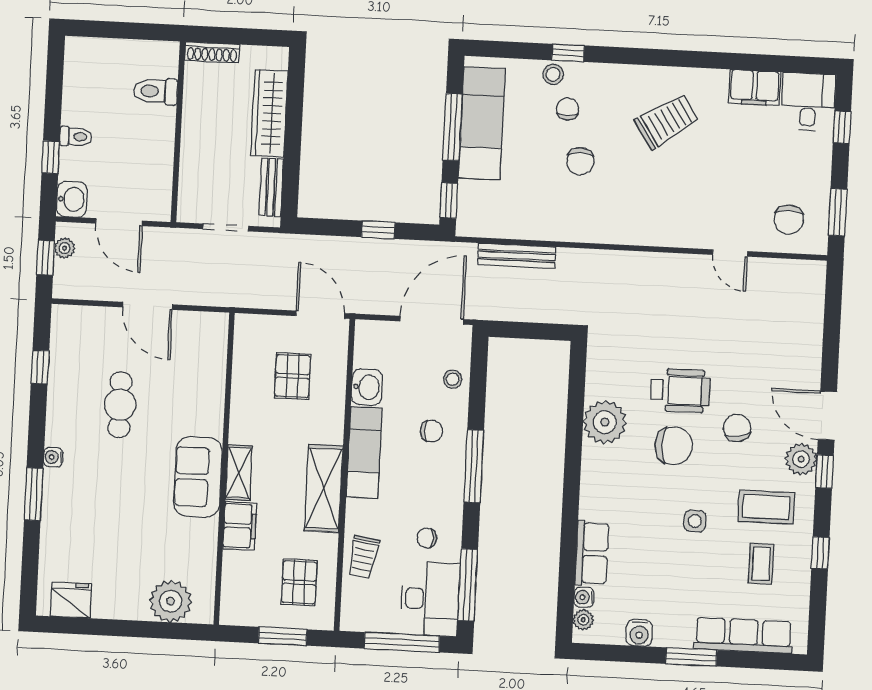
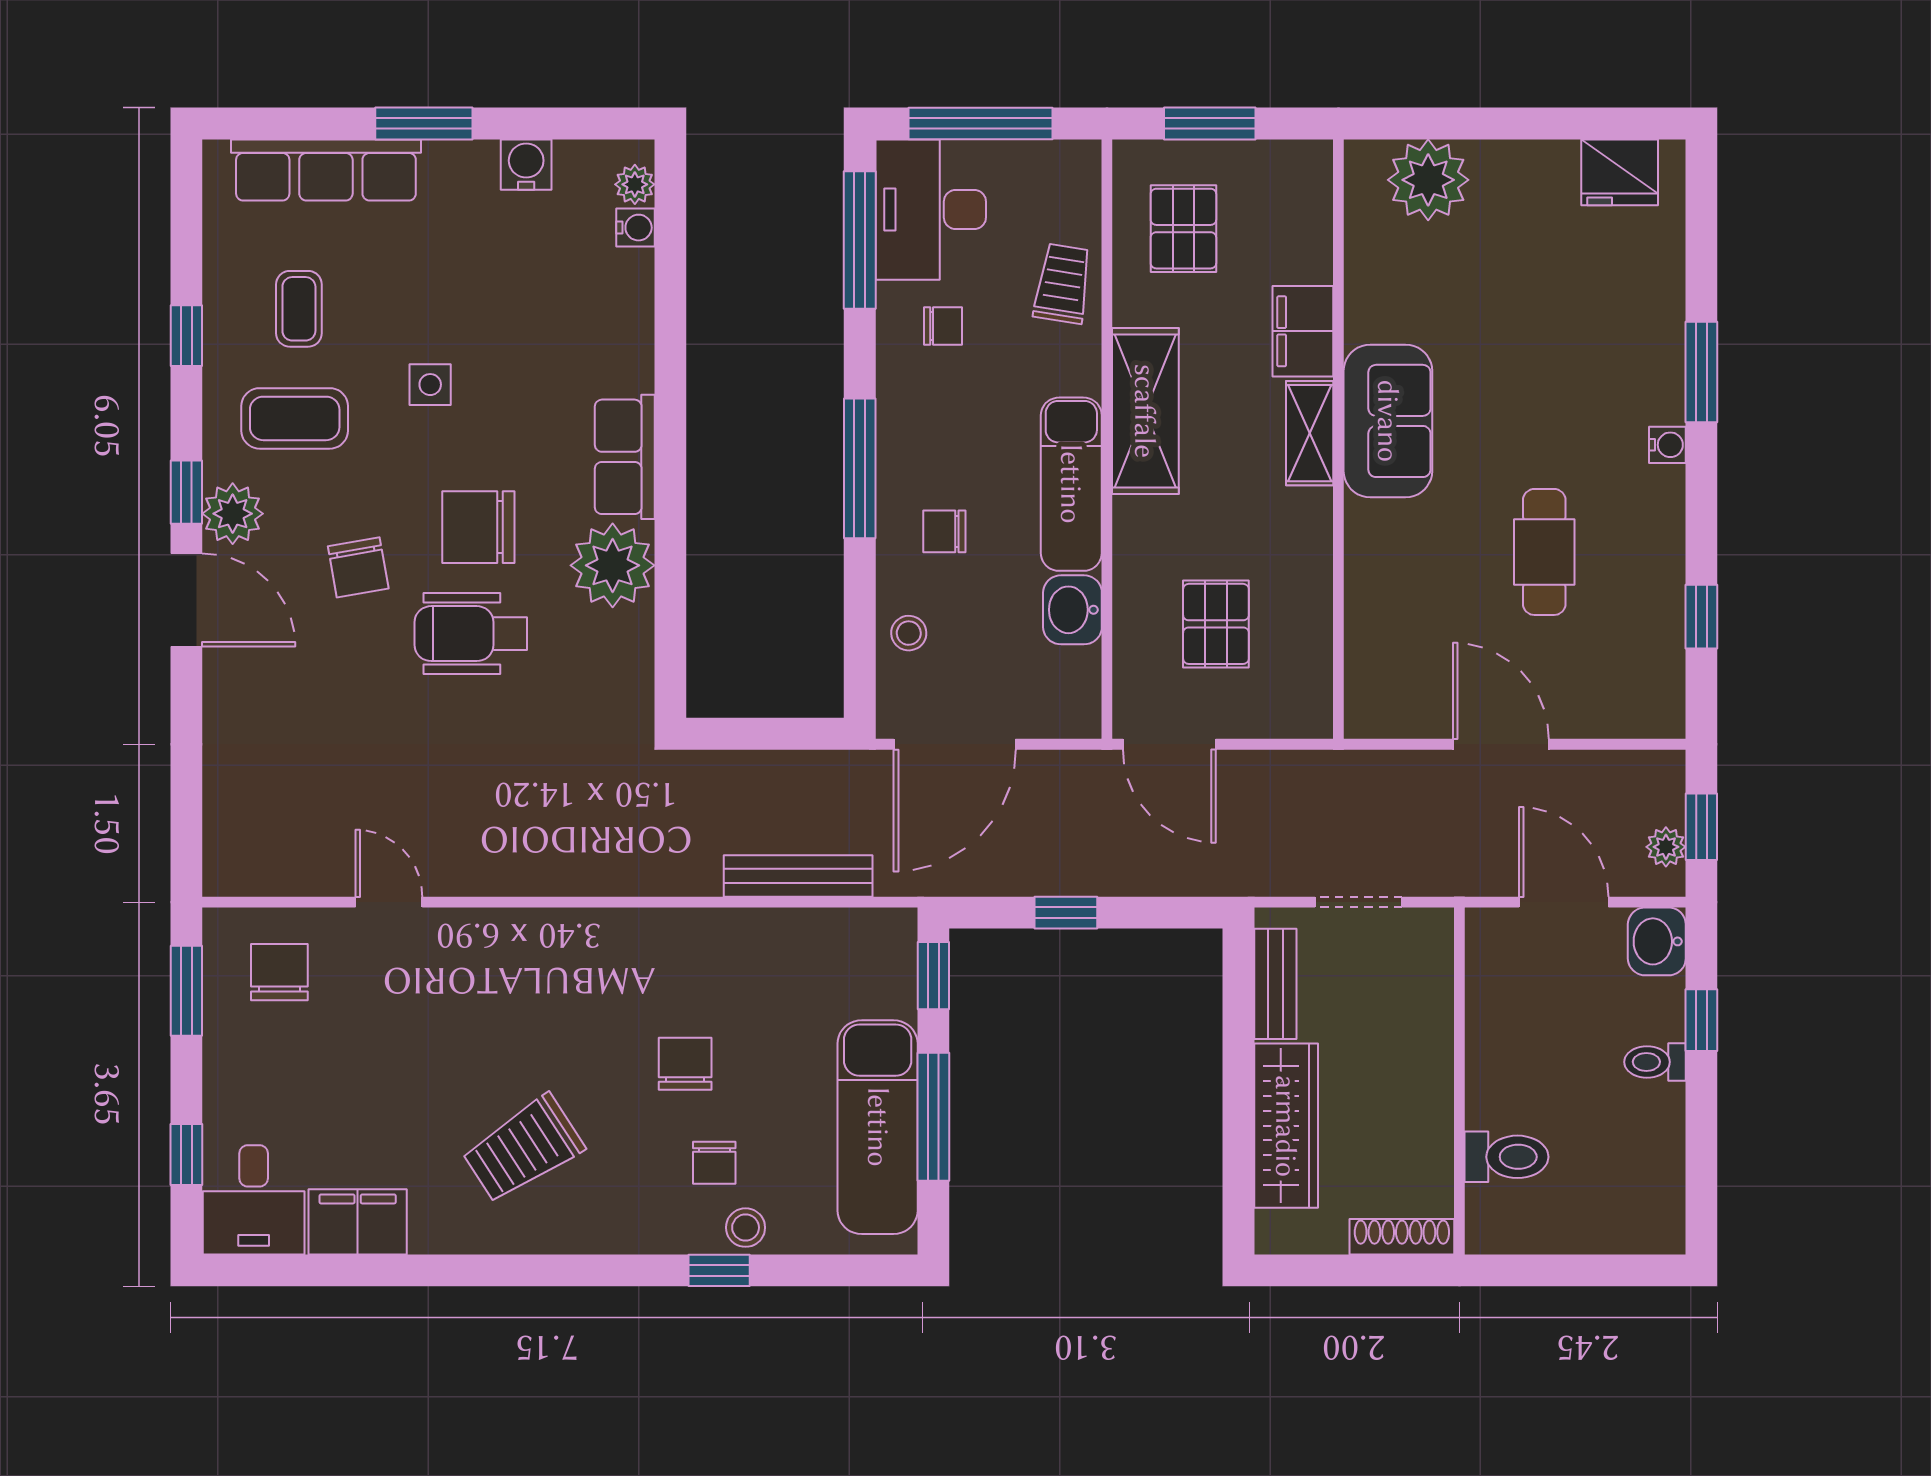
row of seats: (592, 553) -> (625, 457), moved

